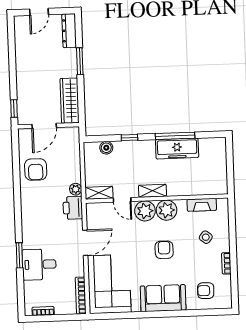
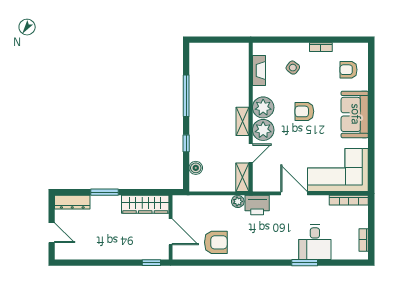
freezer: (177, 149) -> (199, 94), removed
armchair: (206, 291) -> (349, 70), turned 89

